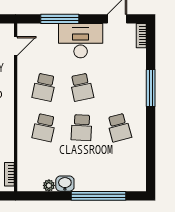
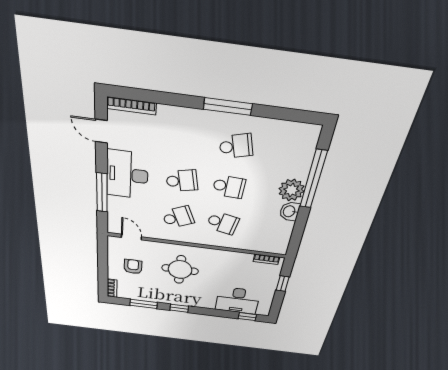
bookcase: (141, 36) -> (131, 106), width x1.56
school desk: (44, 87) -> (178, 217), turned -36
window: (151, 88) -> (228, 106), moved
plant: (49, 185) -> (292, 190), moved, width x1.88, depth x1.88

